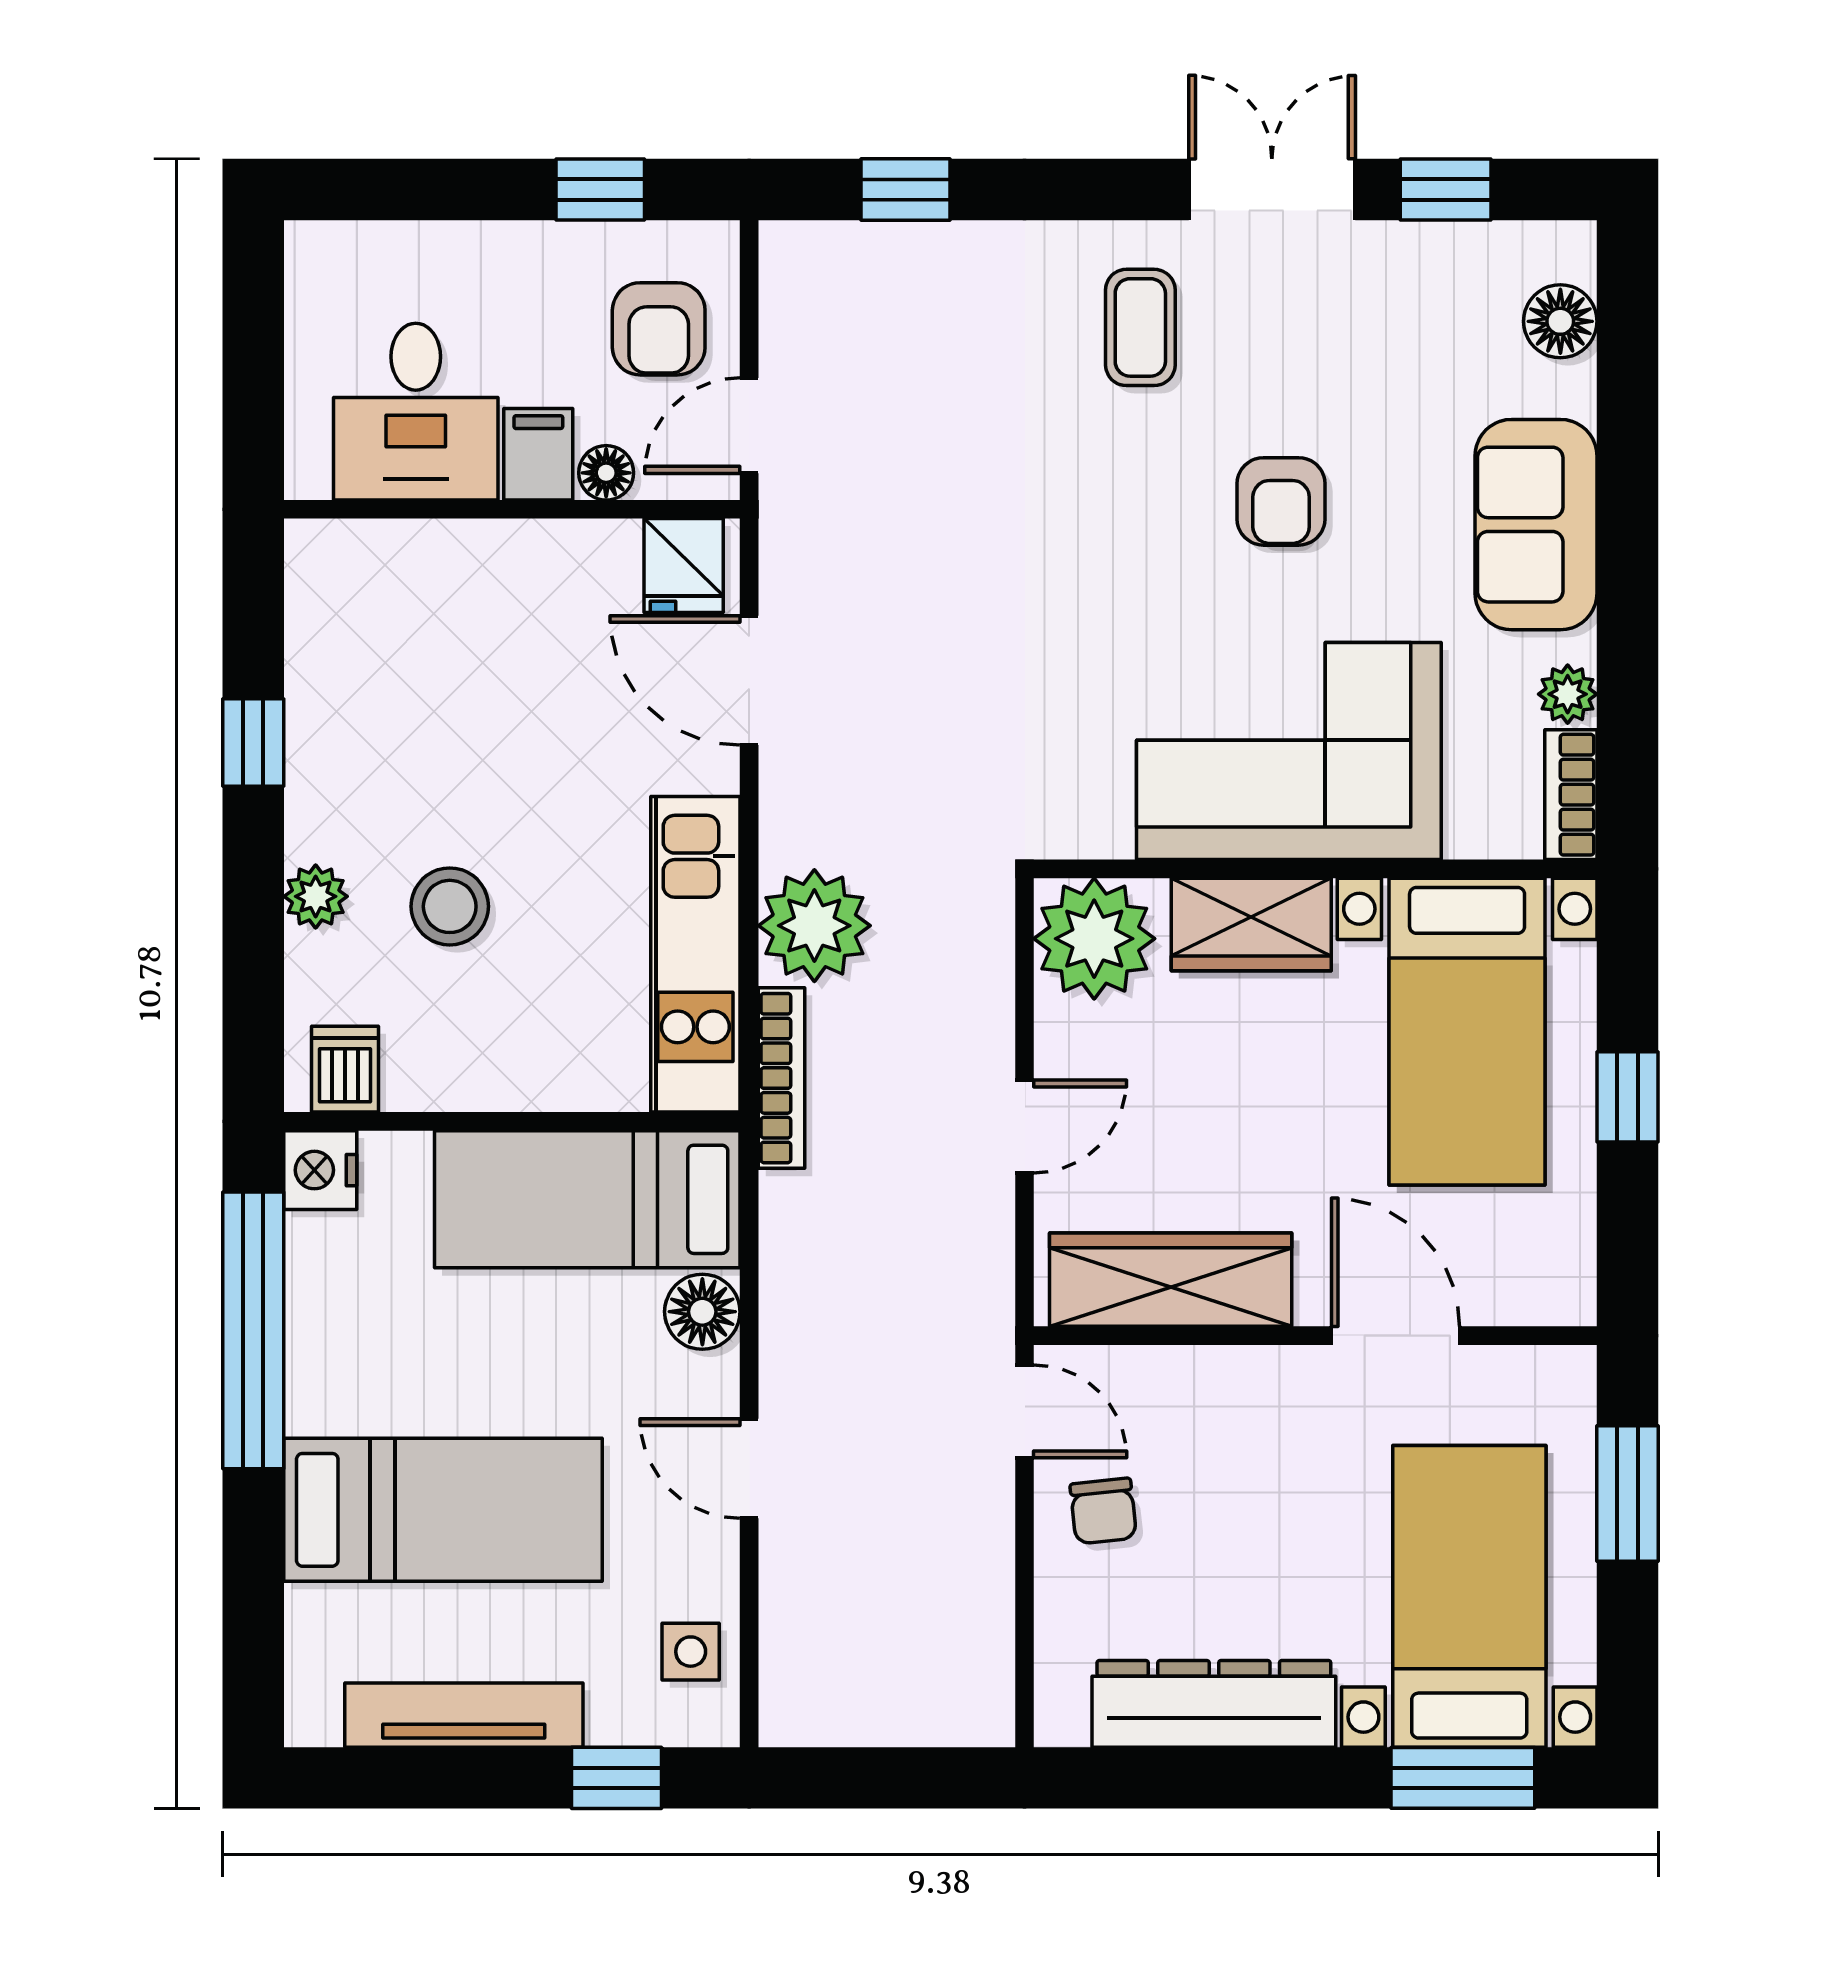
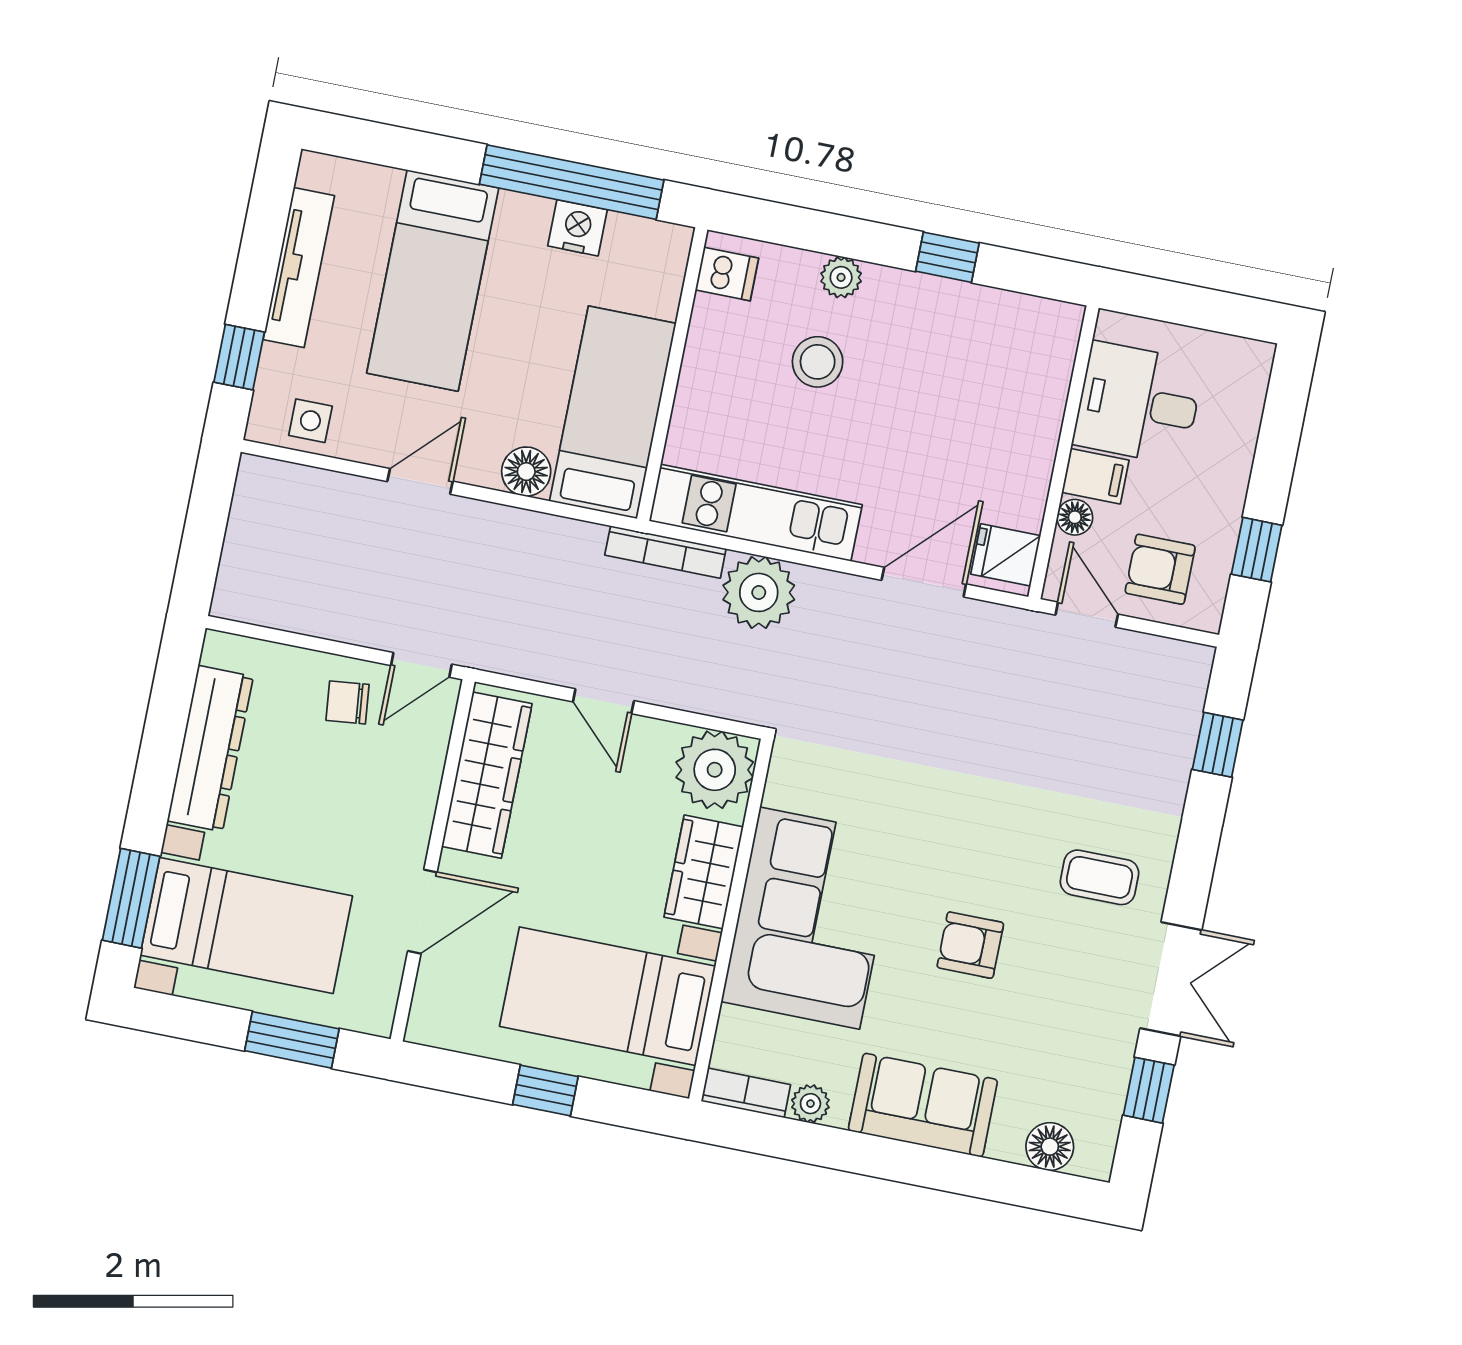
nightstand: (320, 1170) -> (577, 228), moved

